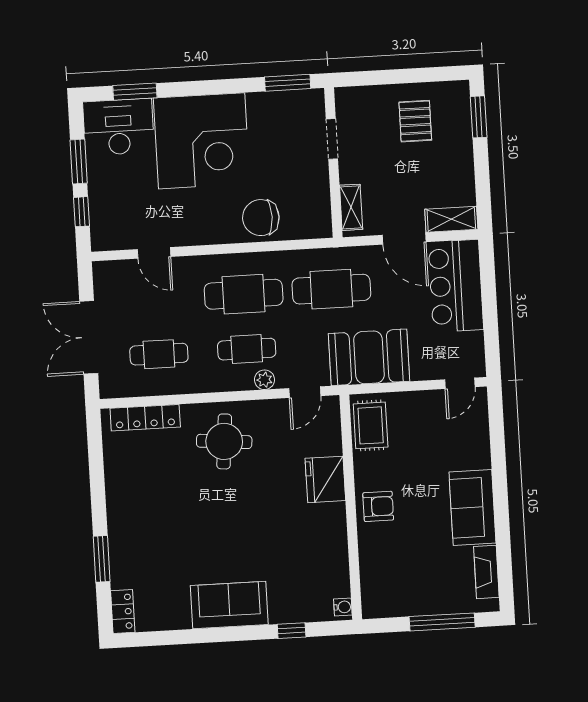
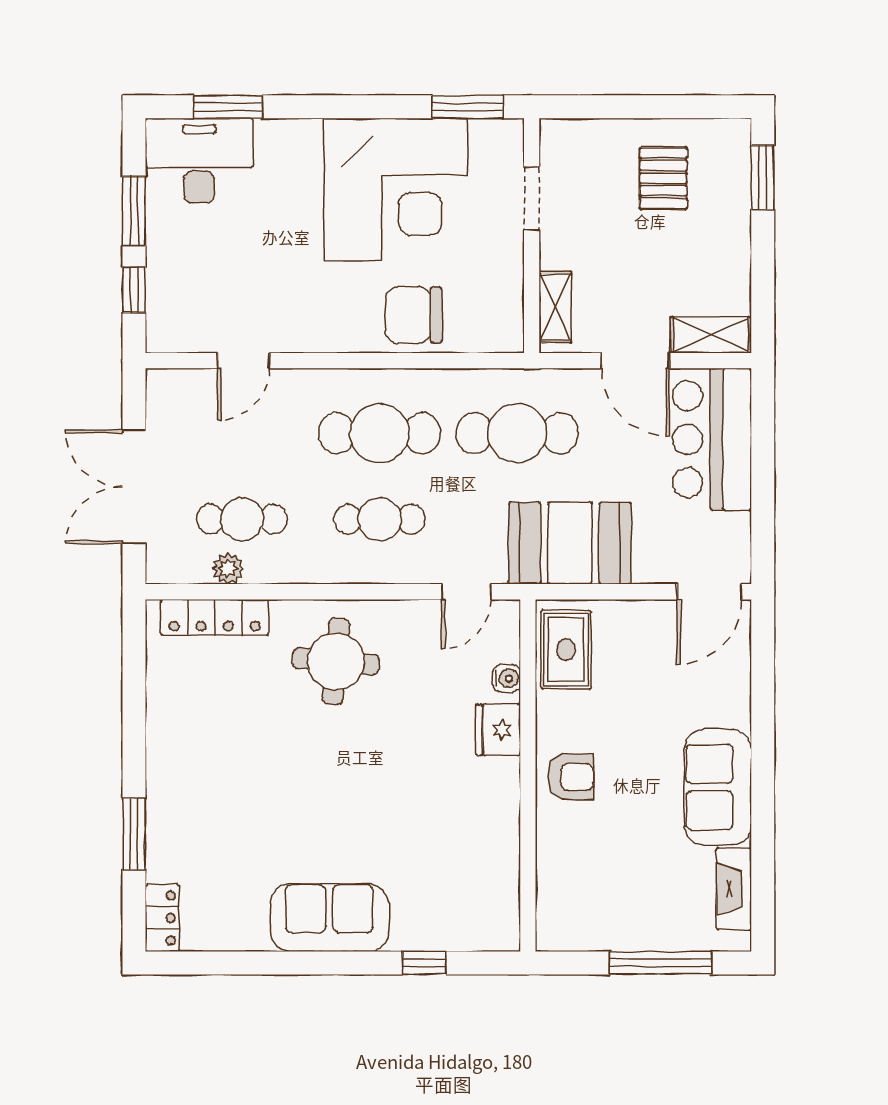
corner desk: (202, 141) -> (396, 190), moved
door: (154, 253) -> (243, 361), hinge flipped
plant: (264, 380) -> (228, 569), moved
door: (460, 383) -> (709, 592), width x1.38
fridge: (325, 479) -> (498, 730), width x0.73, depth x0.75
water cooler: (343, 607) -> (507, 678), moved

